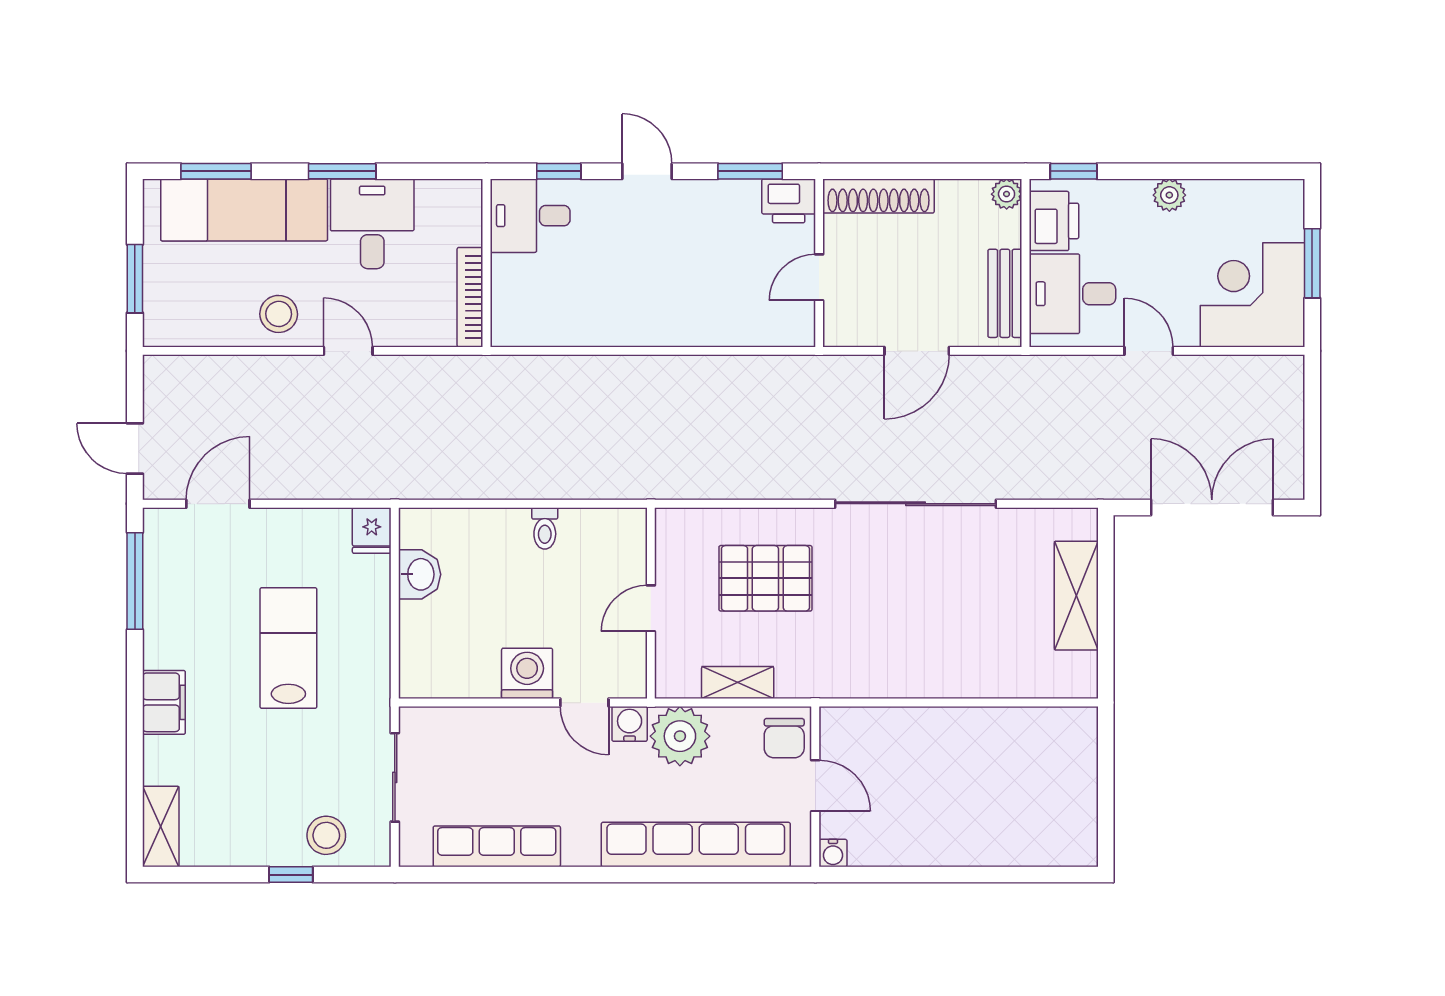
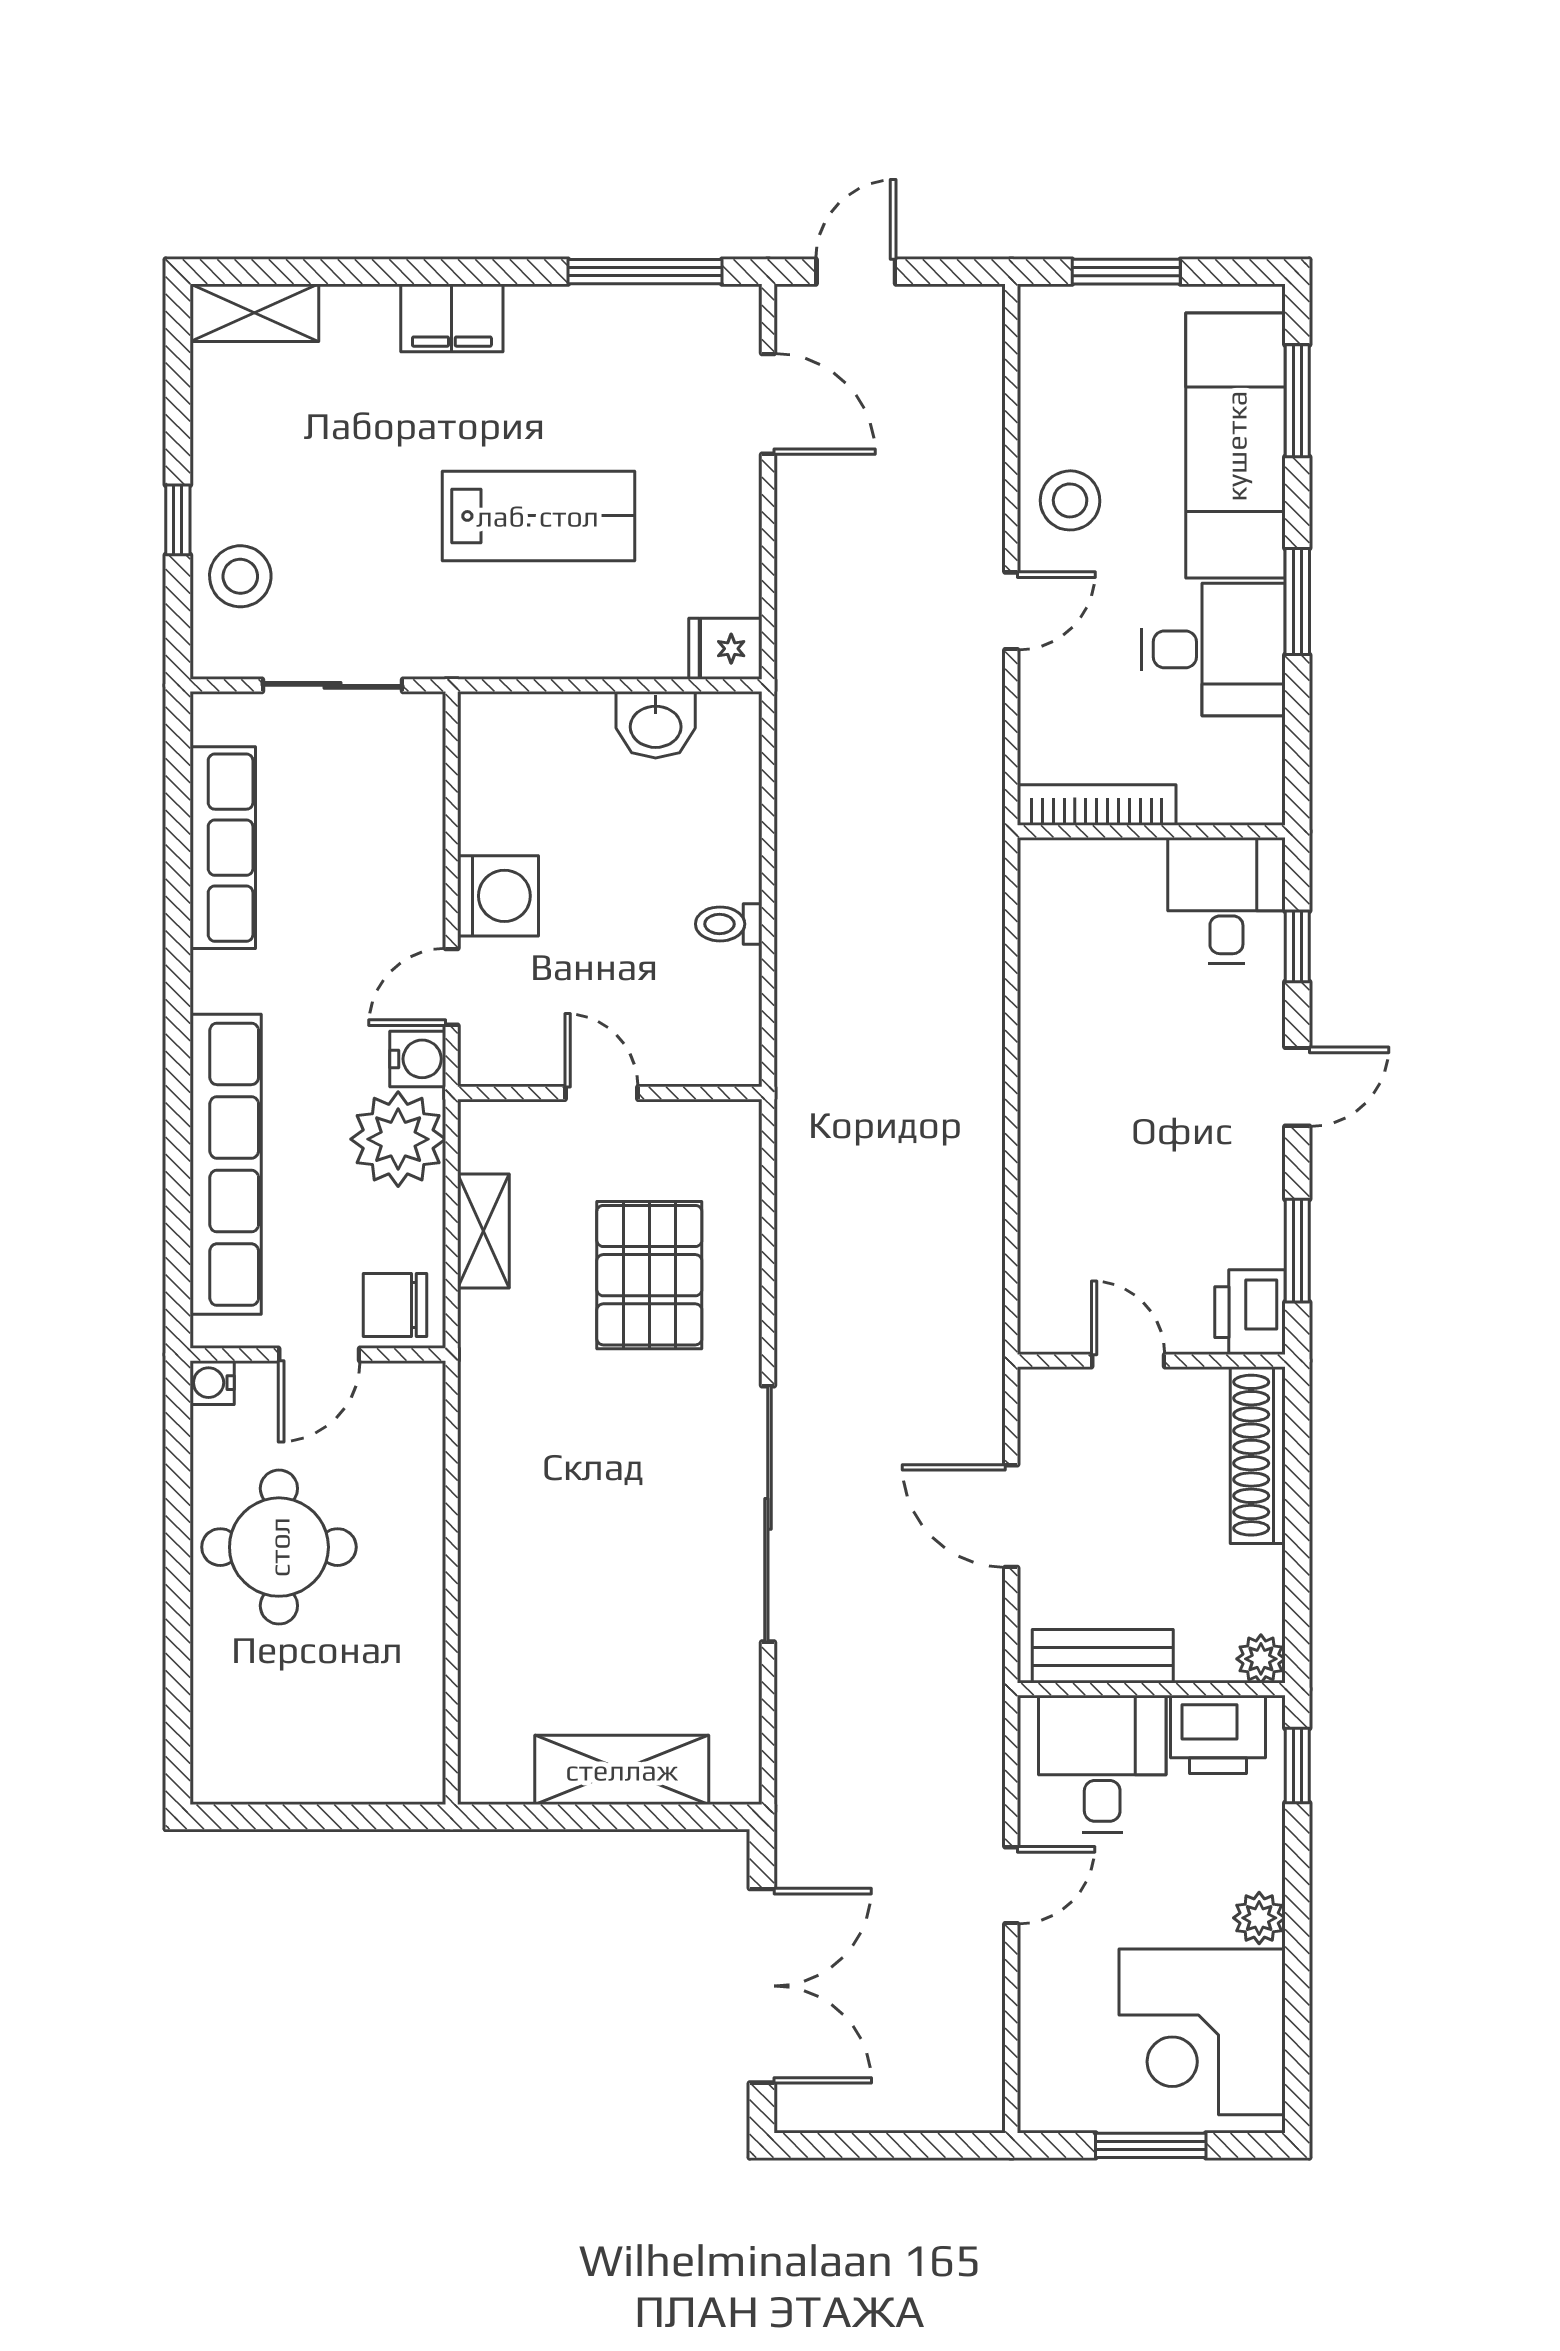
corner desk: (1252, 295) -> (1202, 2032), moved, turned 180
round table: (936, 811) -> (279, 1547), added

